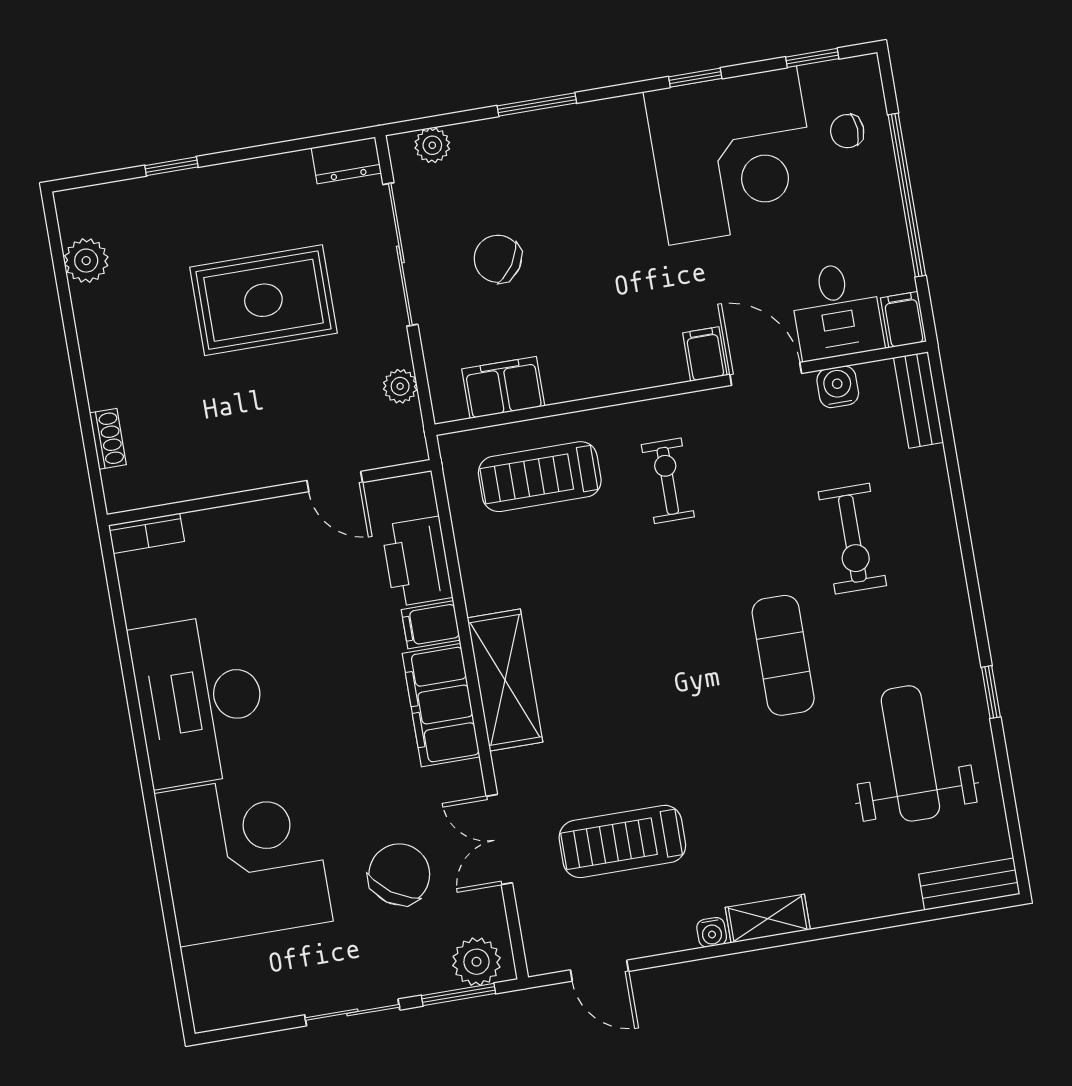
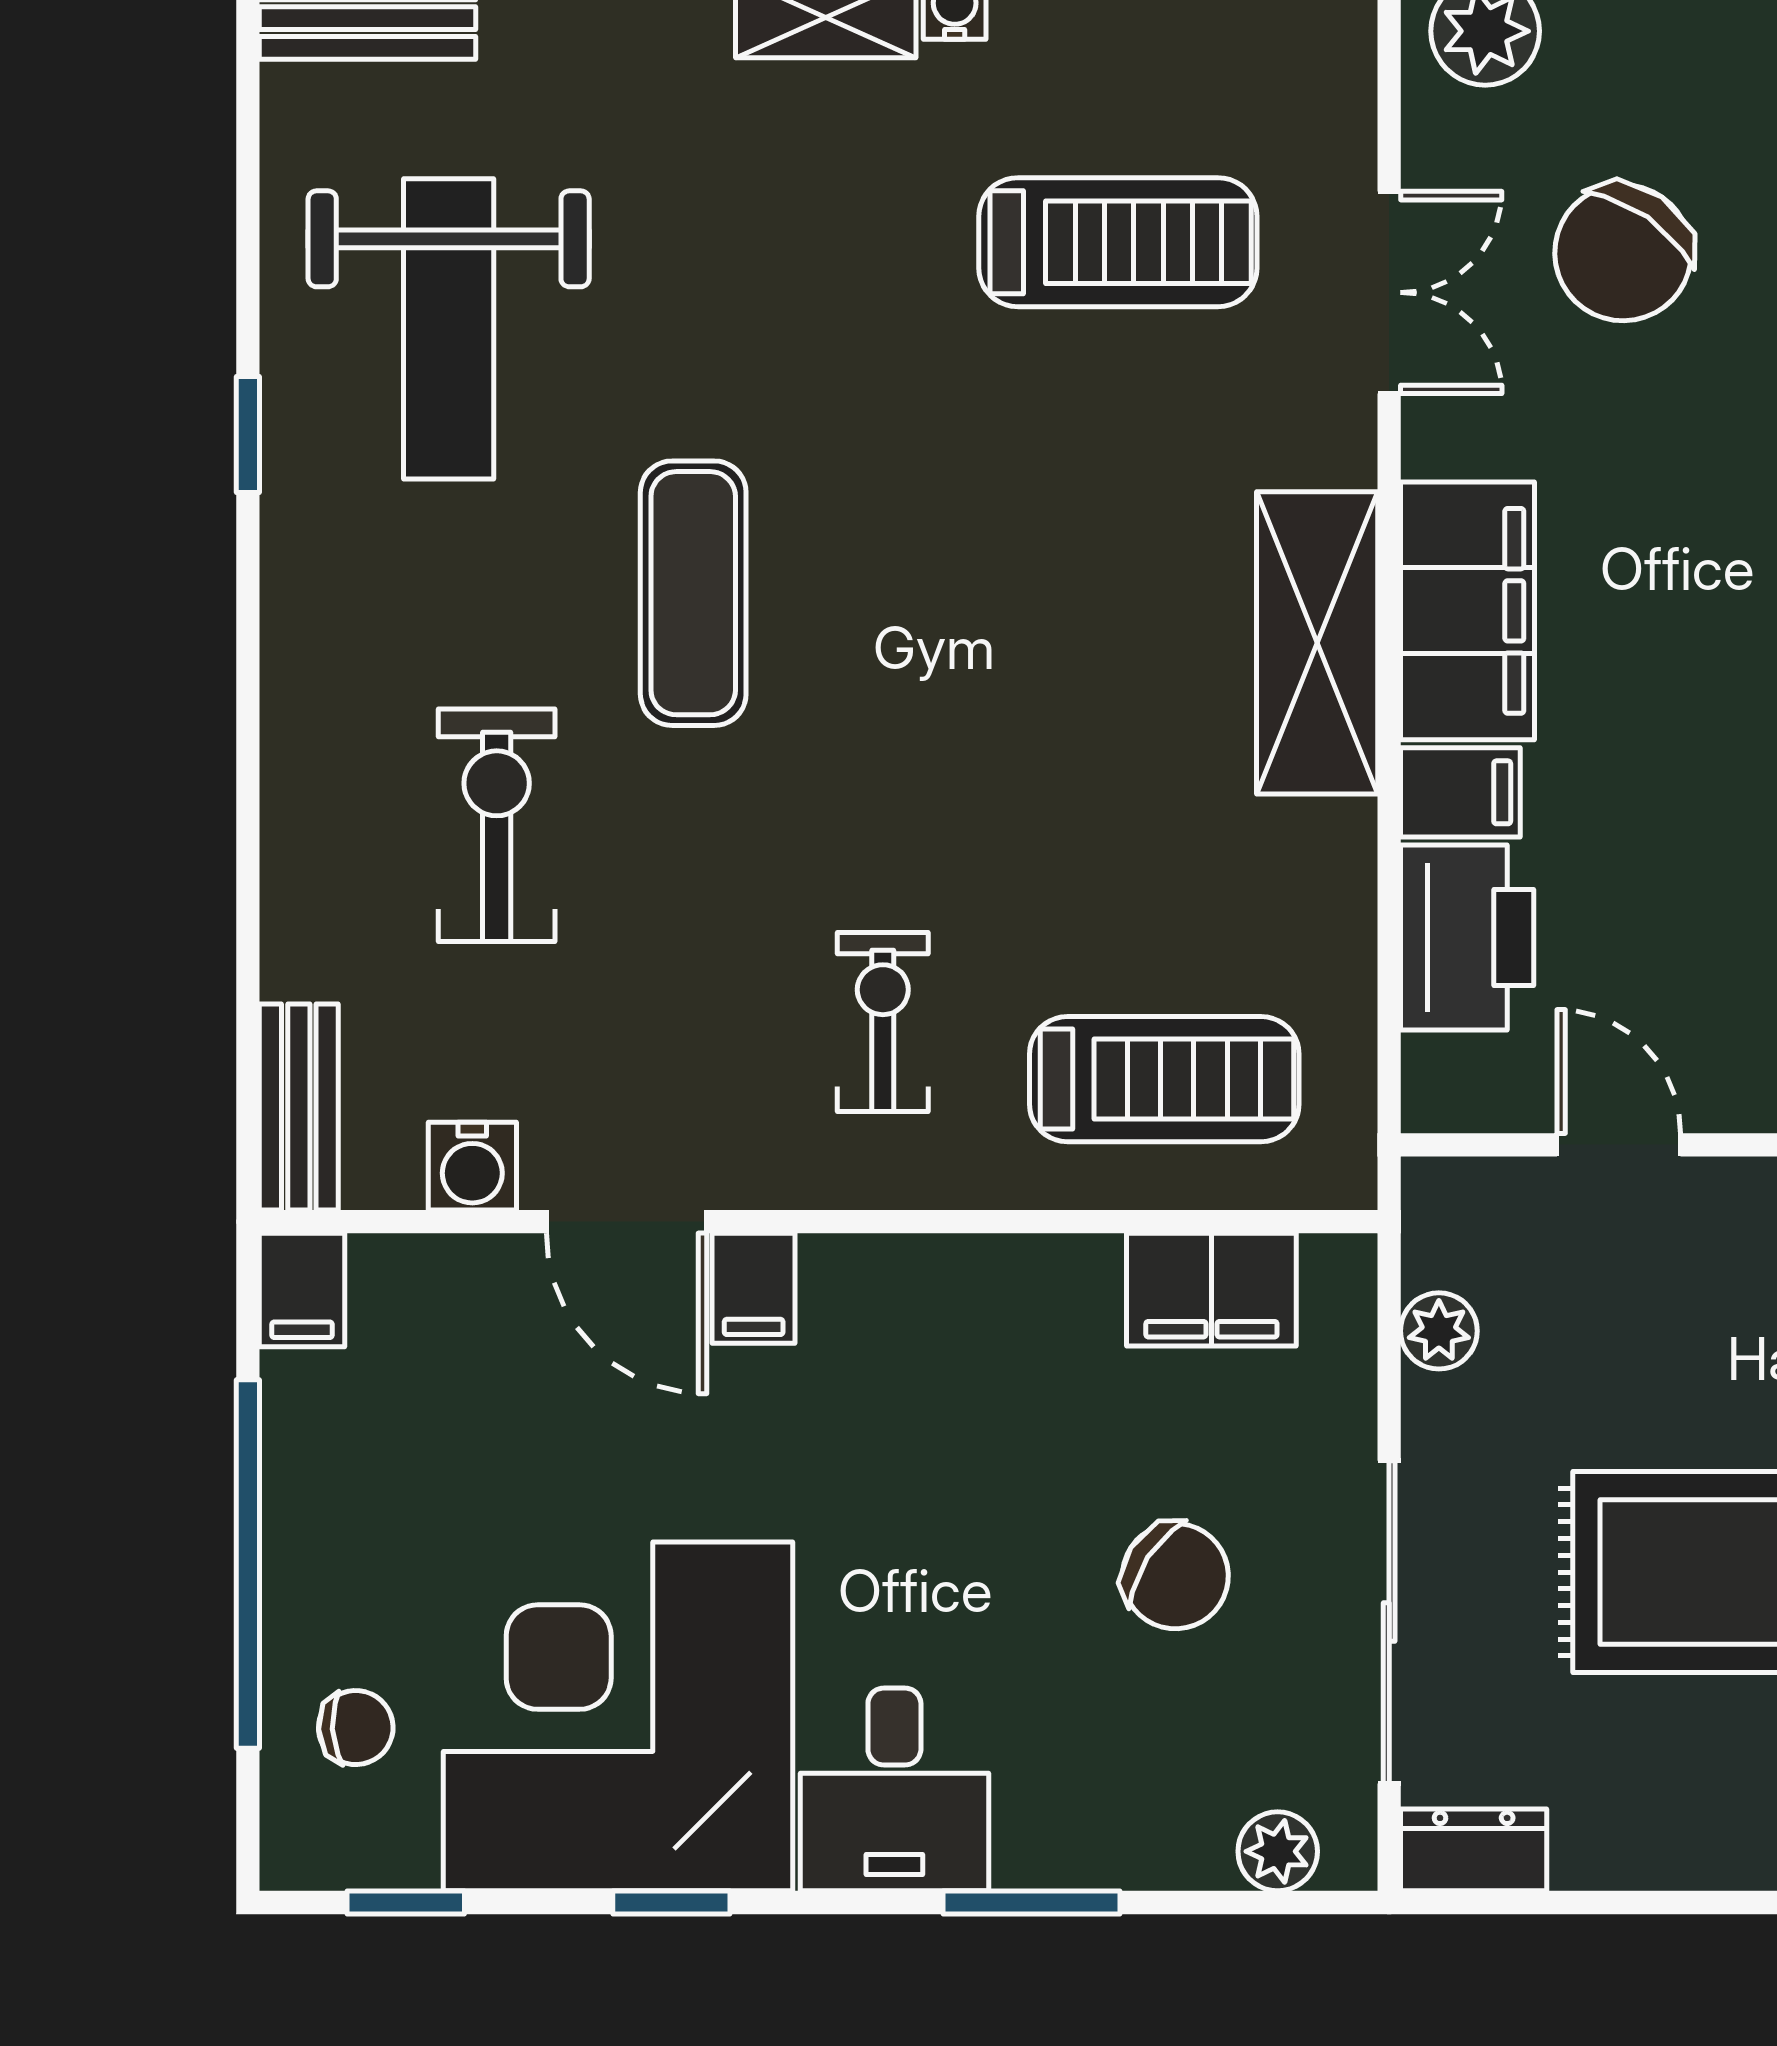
desk: (837, 311) -> (894, 1789), moved, turned 180
exercise bike: (668, 481) -> (883, 1022), turned 180

